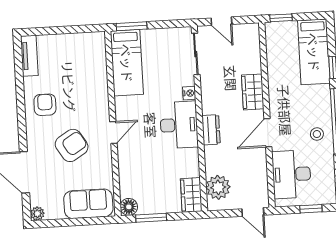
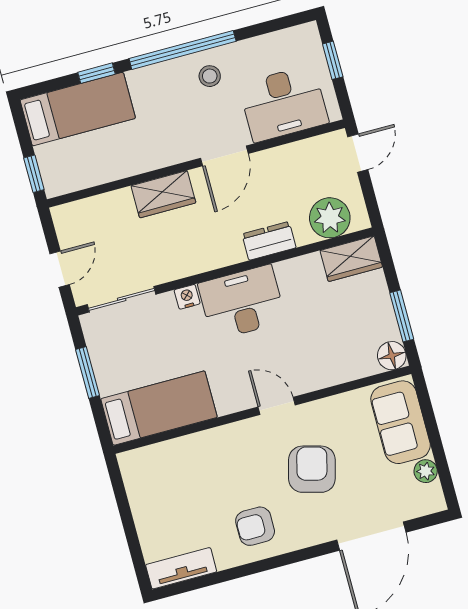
window: (132, 26) -> (88, 373), moved
dresser: (211, 130) -> (269, 241), moved
door: (268, 133) -> (224, 156), hinge flipped
armchair: (72, 145) -> (312, 469), turned 47
plant: (37, 214) -> (426, 471), moved

